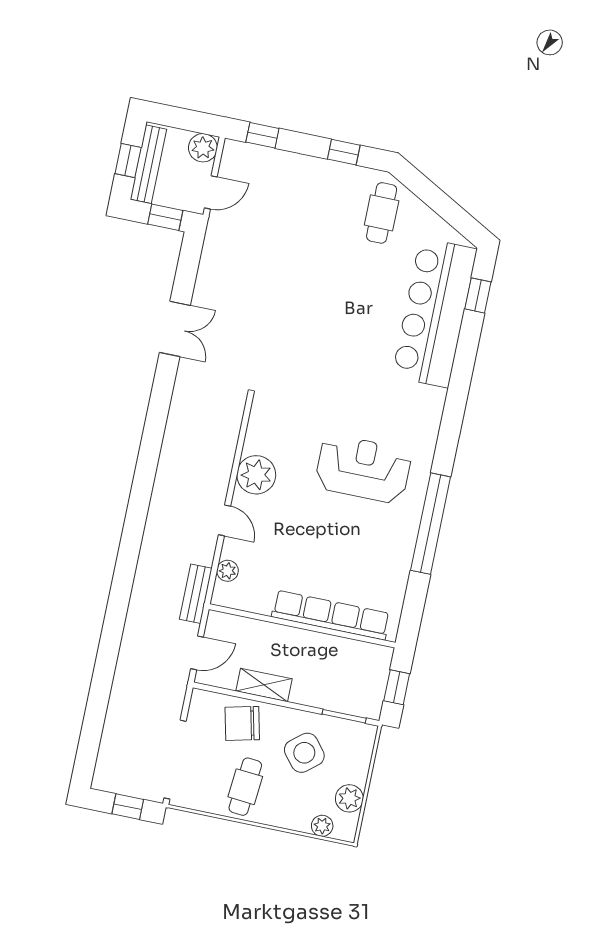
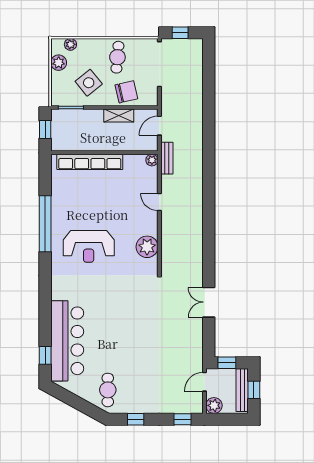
plant: (256, 475) -> (147, 247), moved
plant: (228, 571) -> (152, 160), moved

